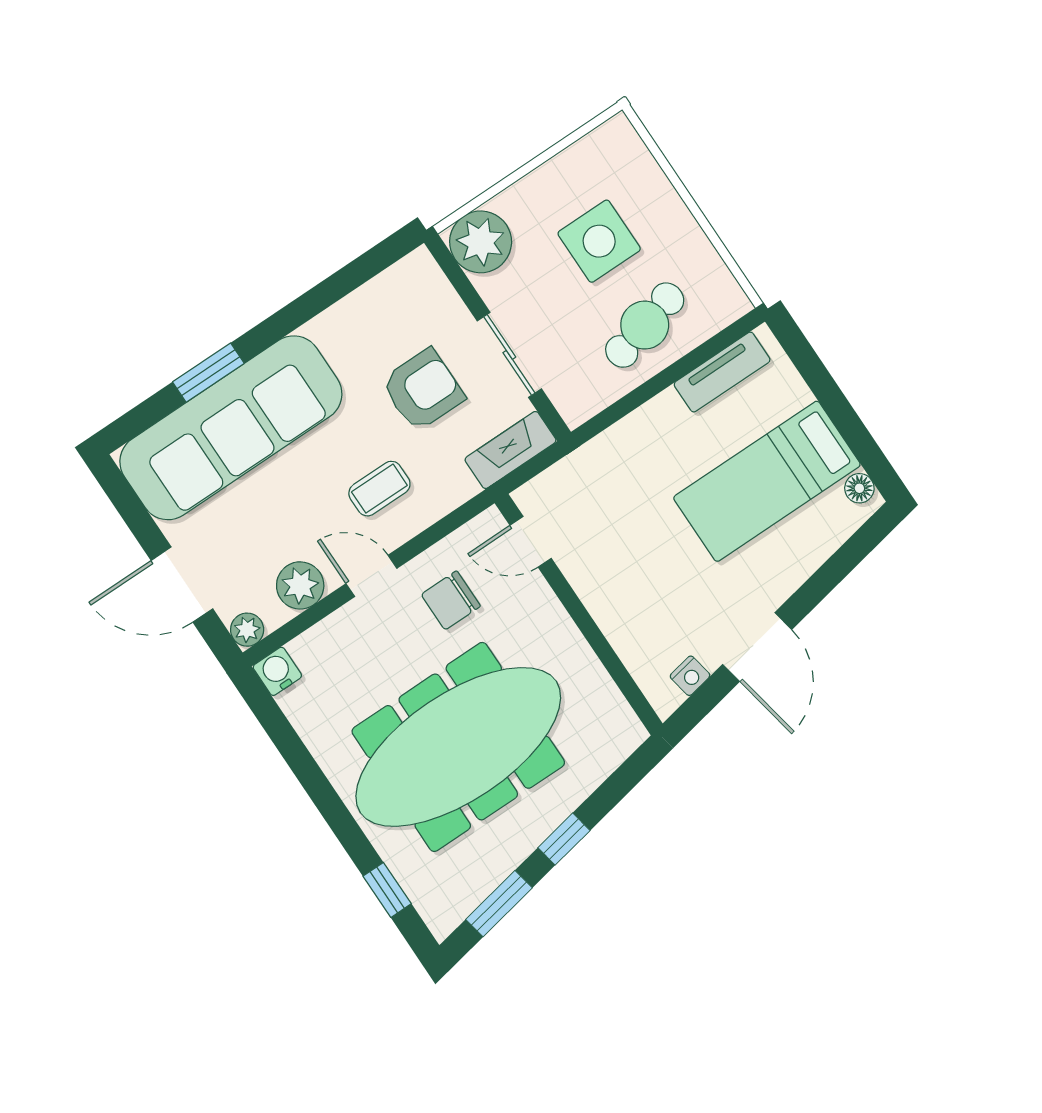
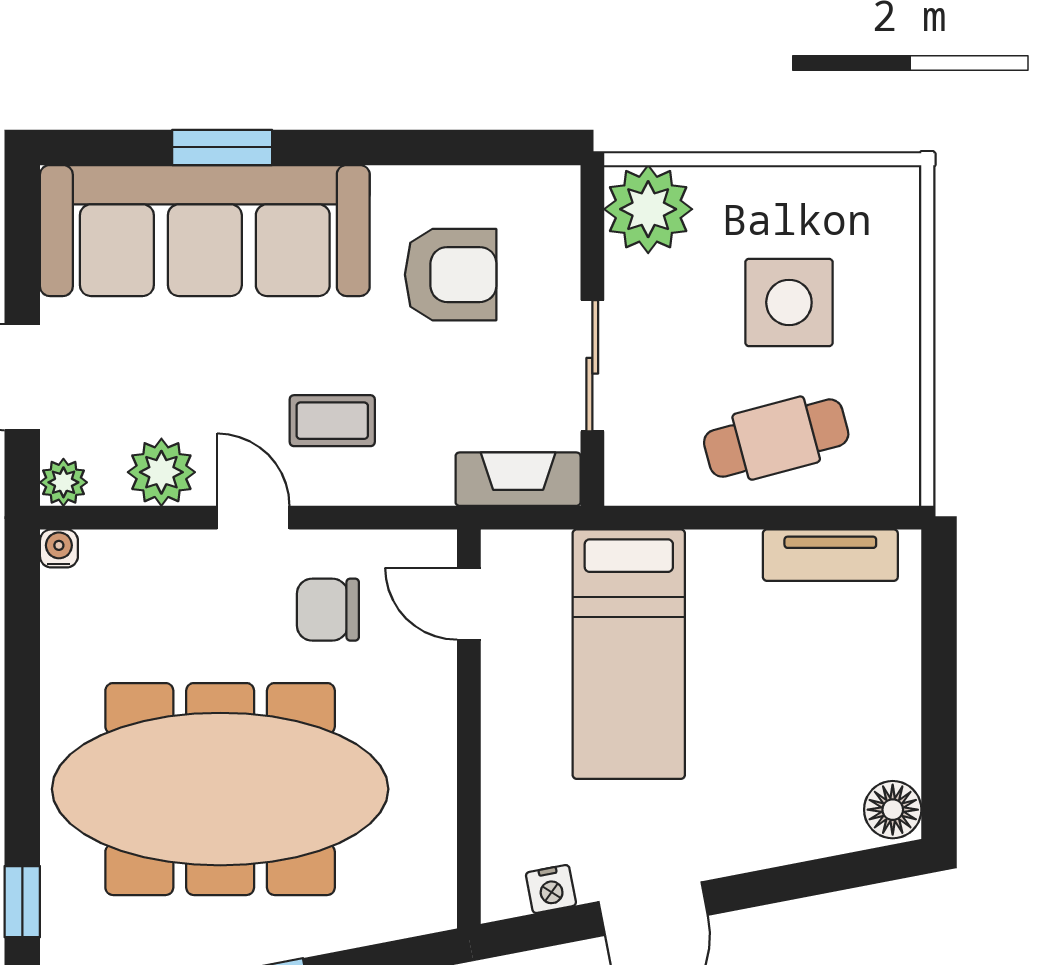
armchair: (423, 390) -> (451, 275), moved
bed: (767, 481) -> (629, 654), moved, turned -90
floor lamp: (859, 488) -> (893, 810), width x1.37, depth x1.37
water cooler: (277, 671) -> (59, 548), width x0.72, depth x0.72

